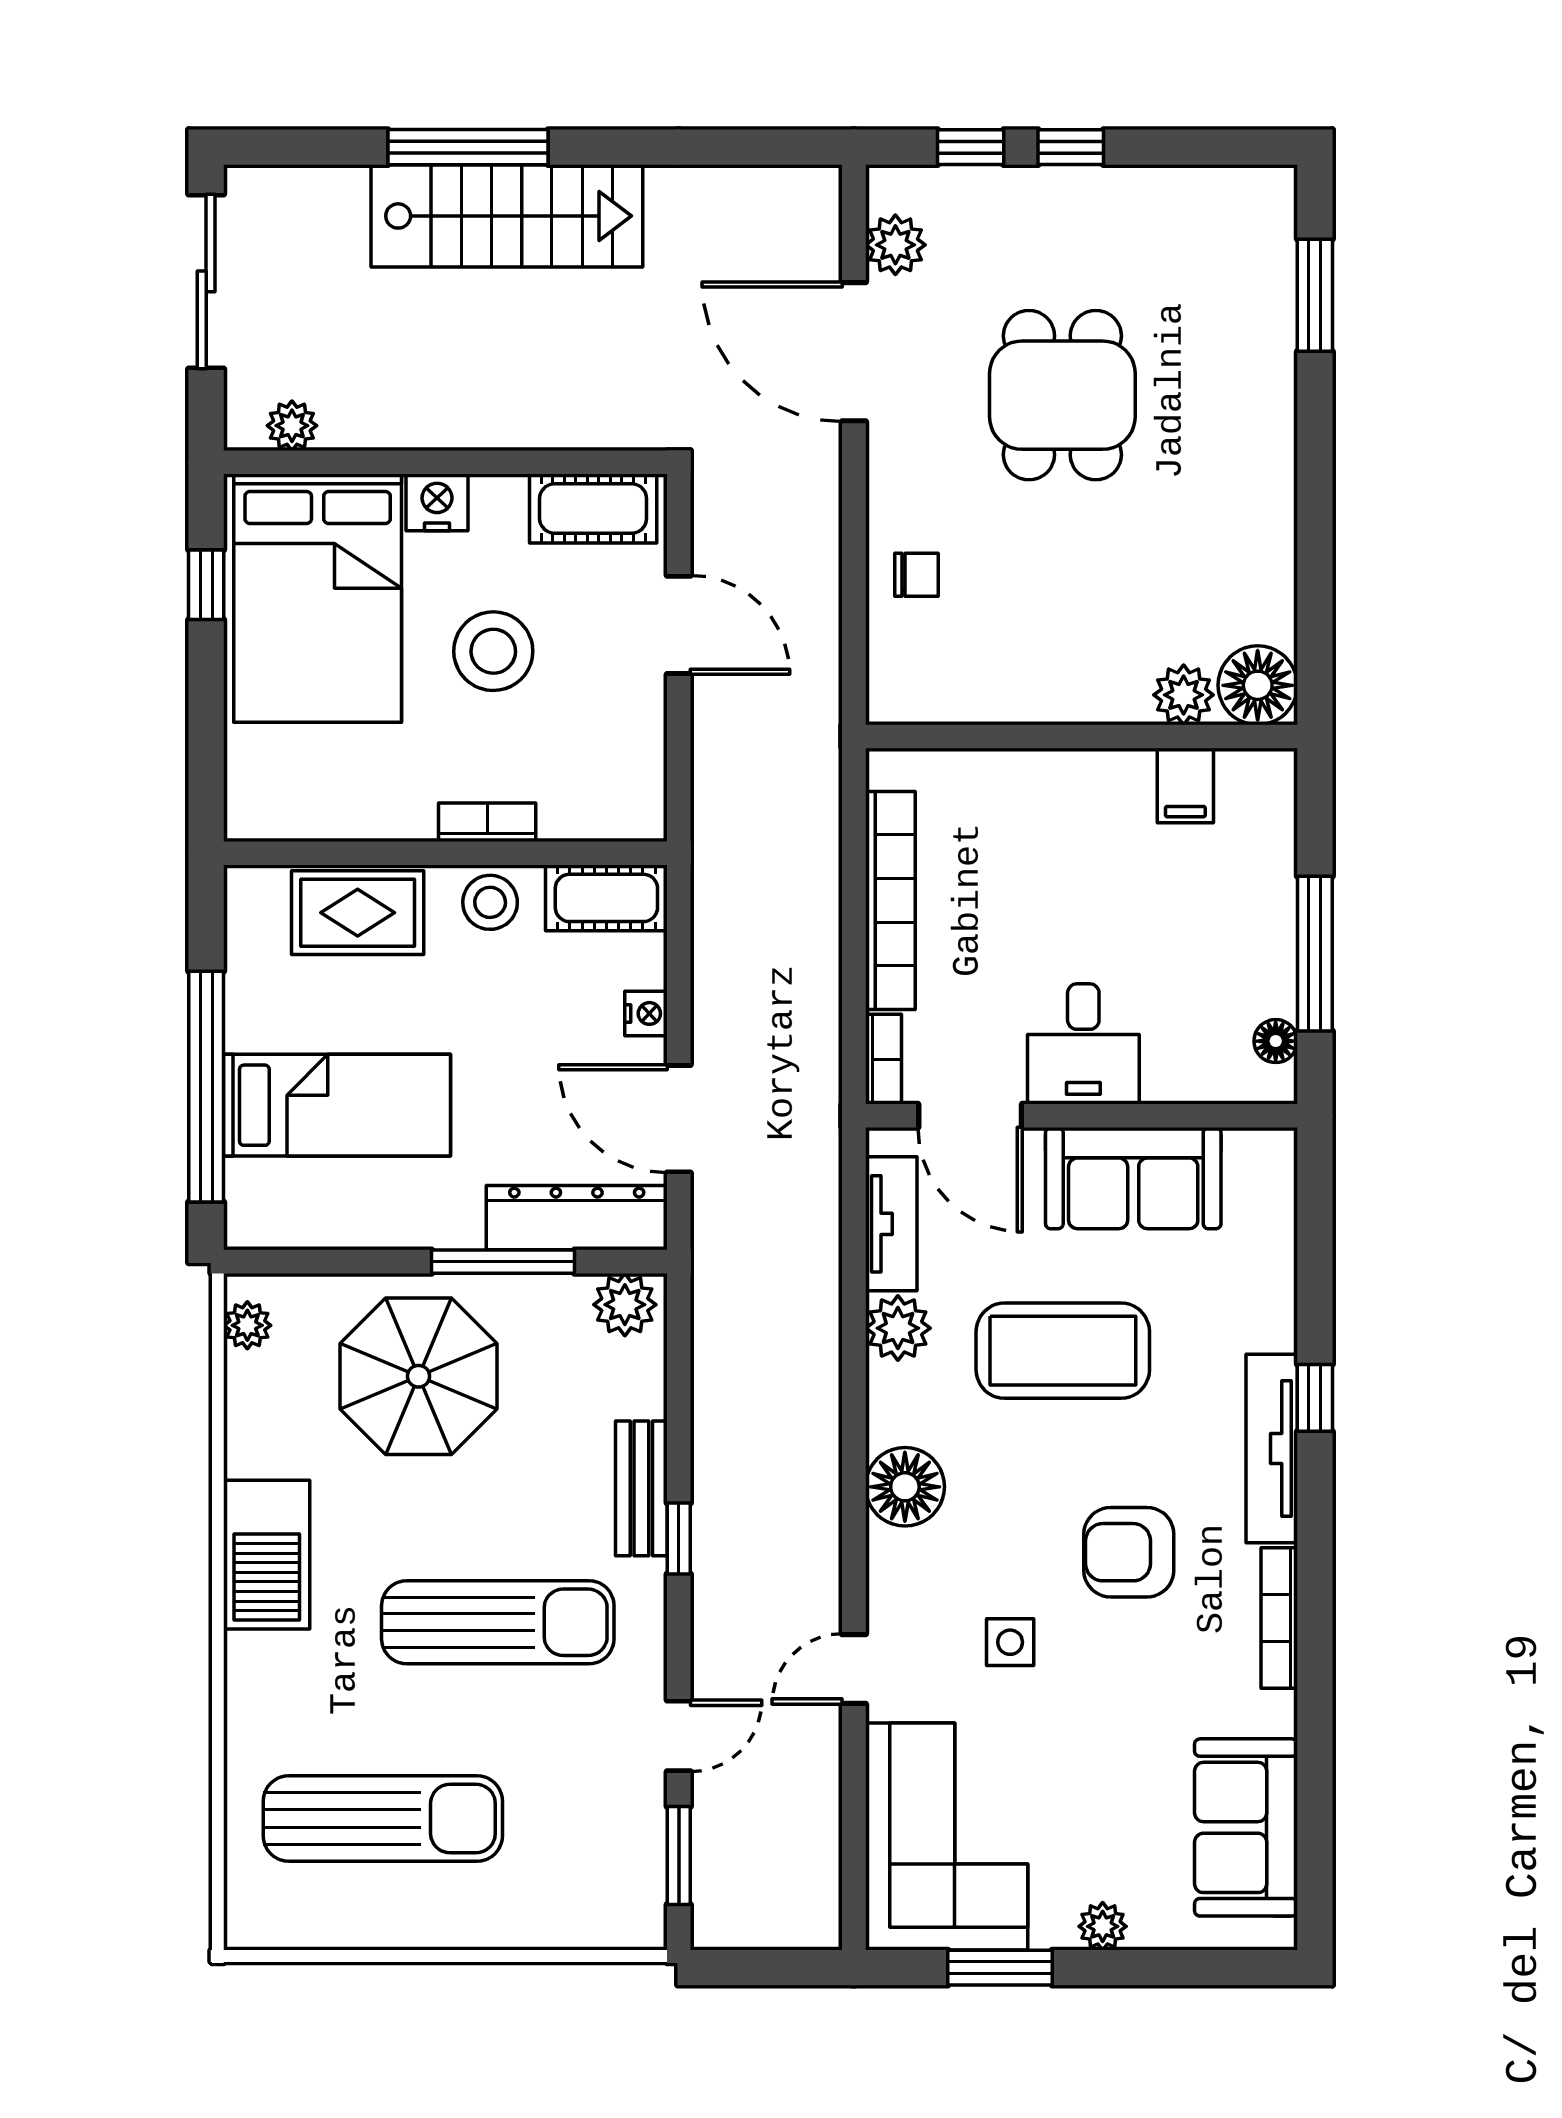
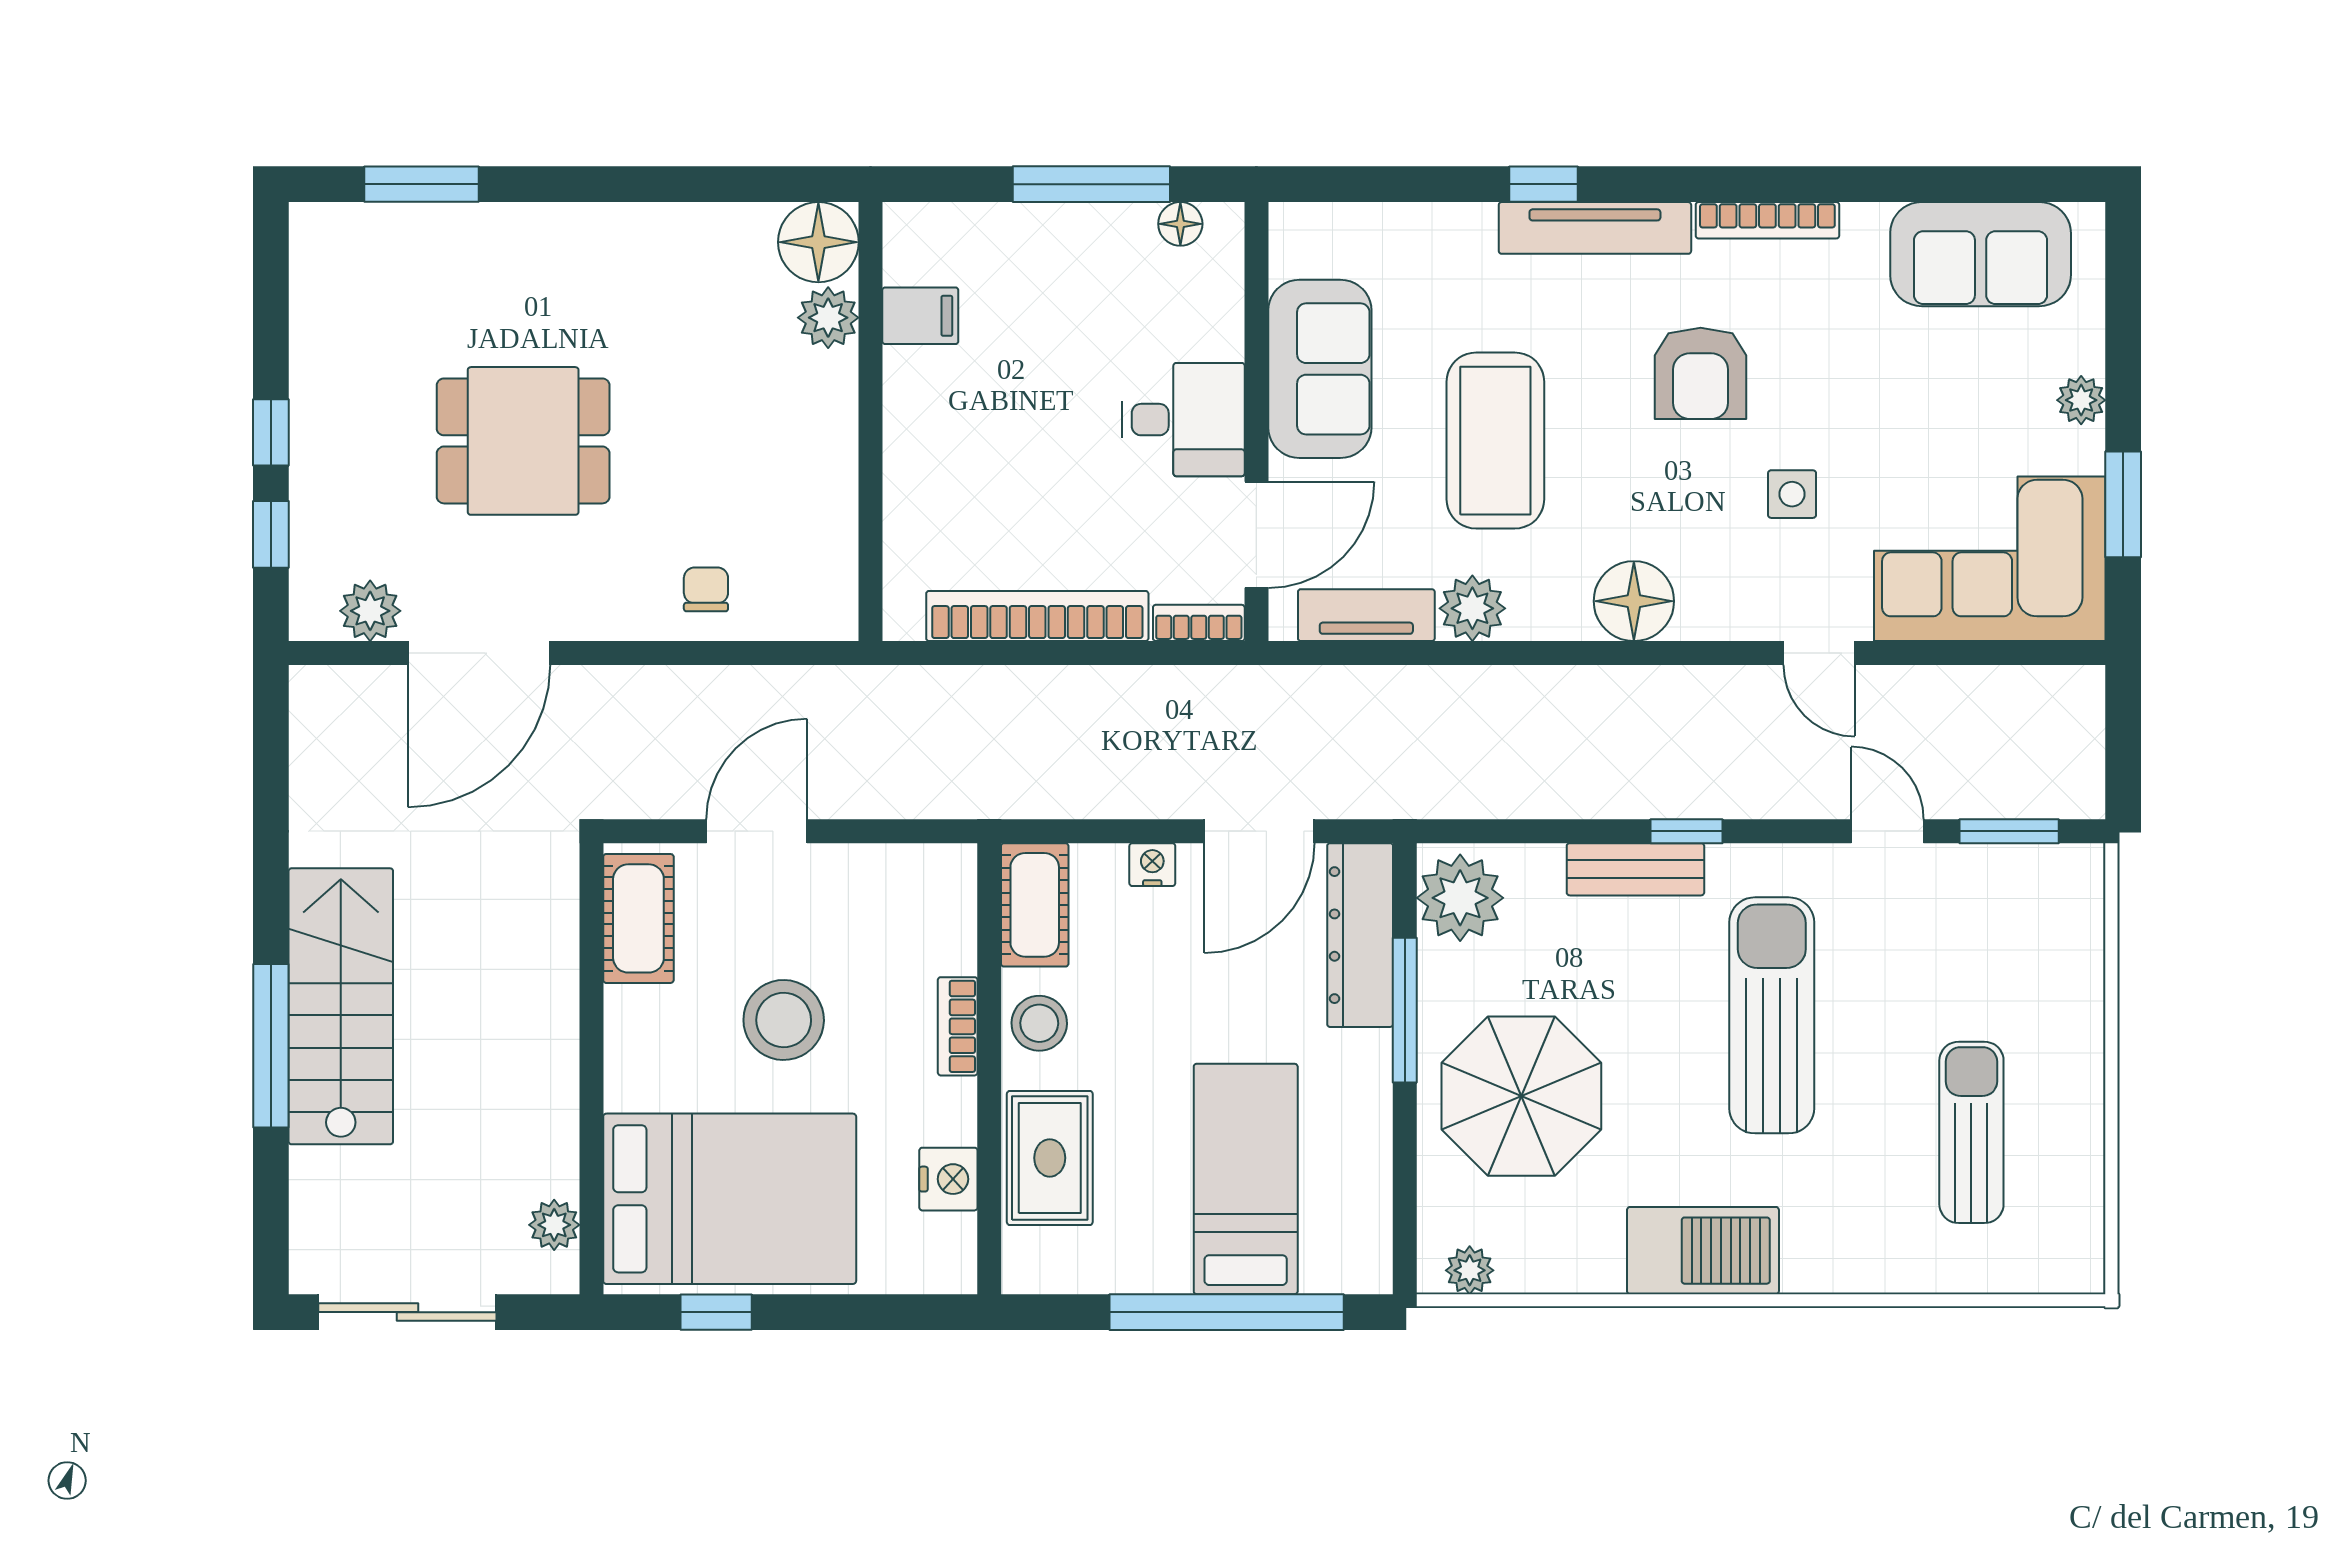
nightstand: (437, 502) -> (948, 1179), moved, turned 180
plant: (625, 1305) -> (1460, 898), width x1.36, depth x1.36
sun lounger: (383, 1819) -> (1971, 1132), width x0.73, depth x0.75

